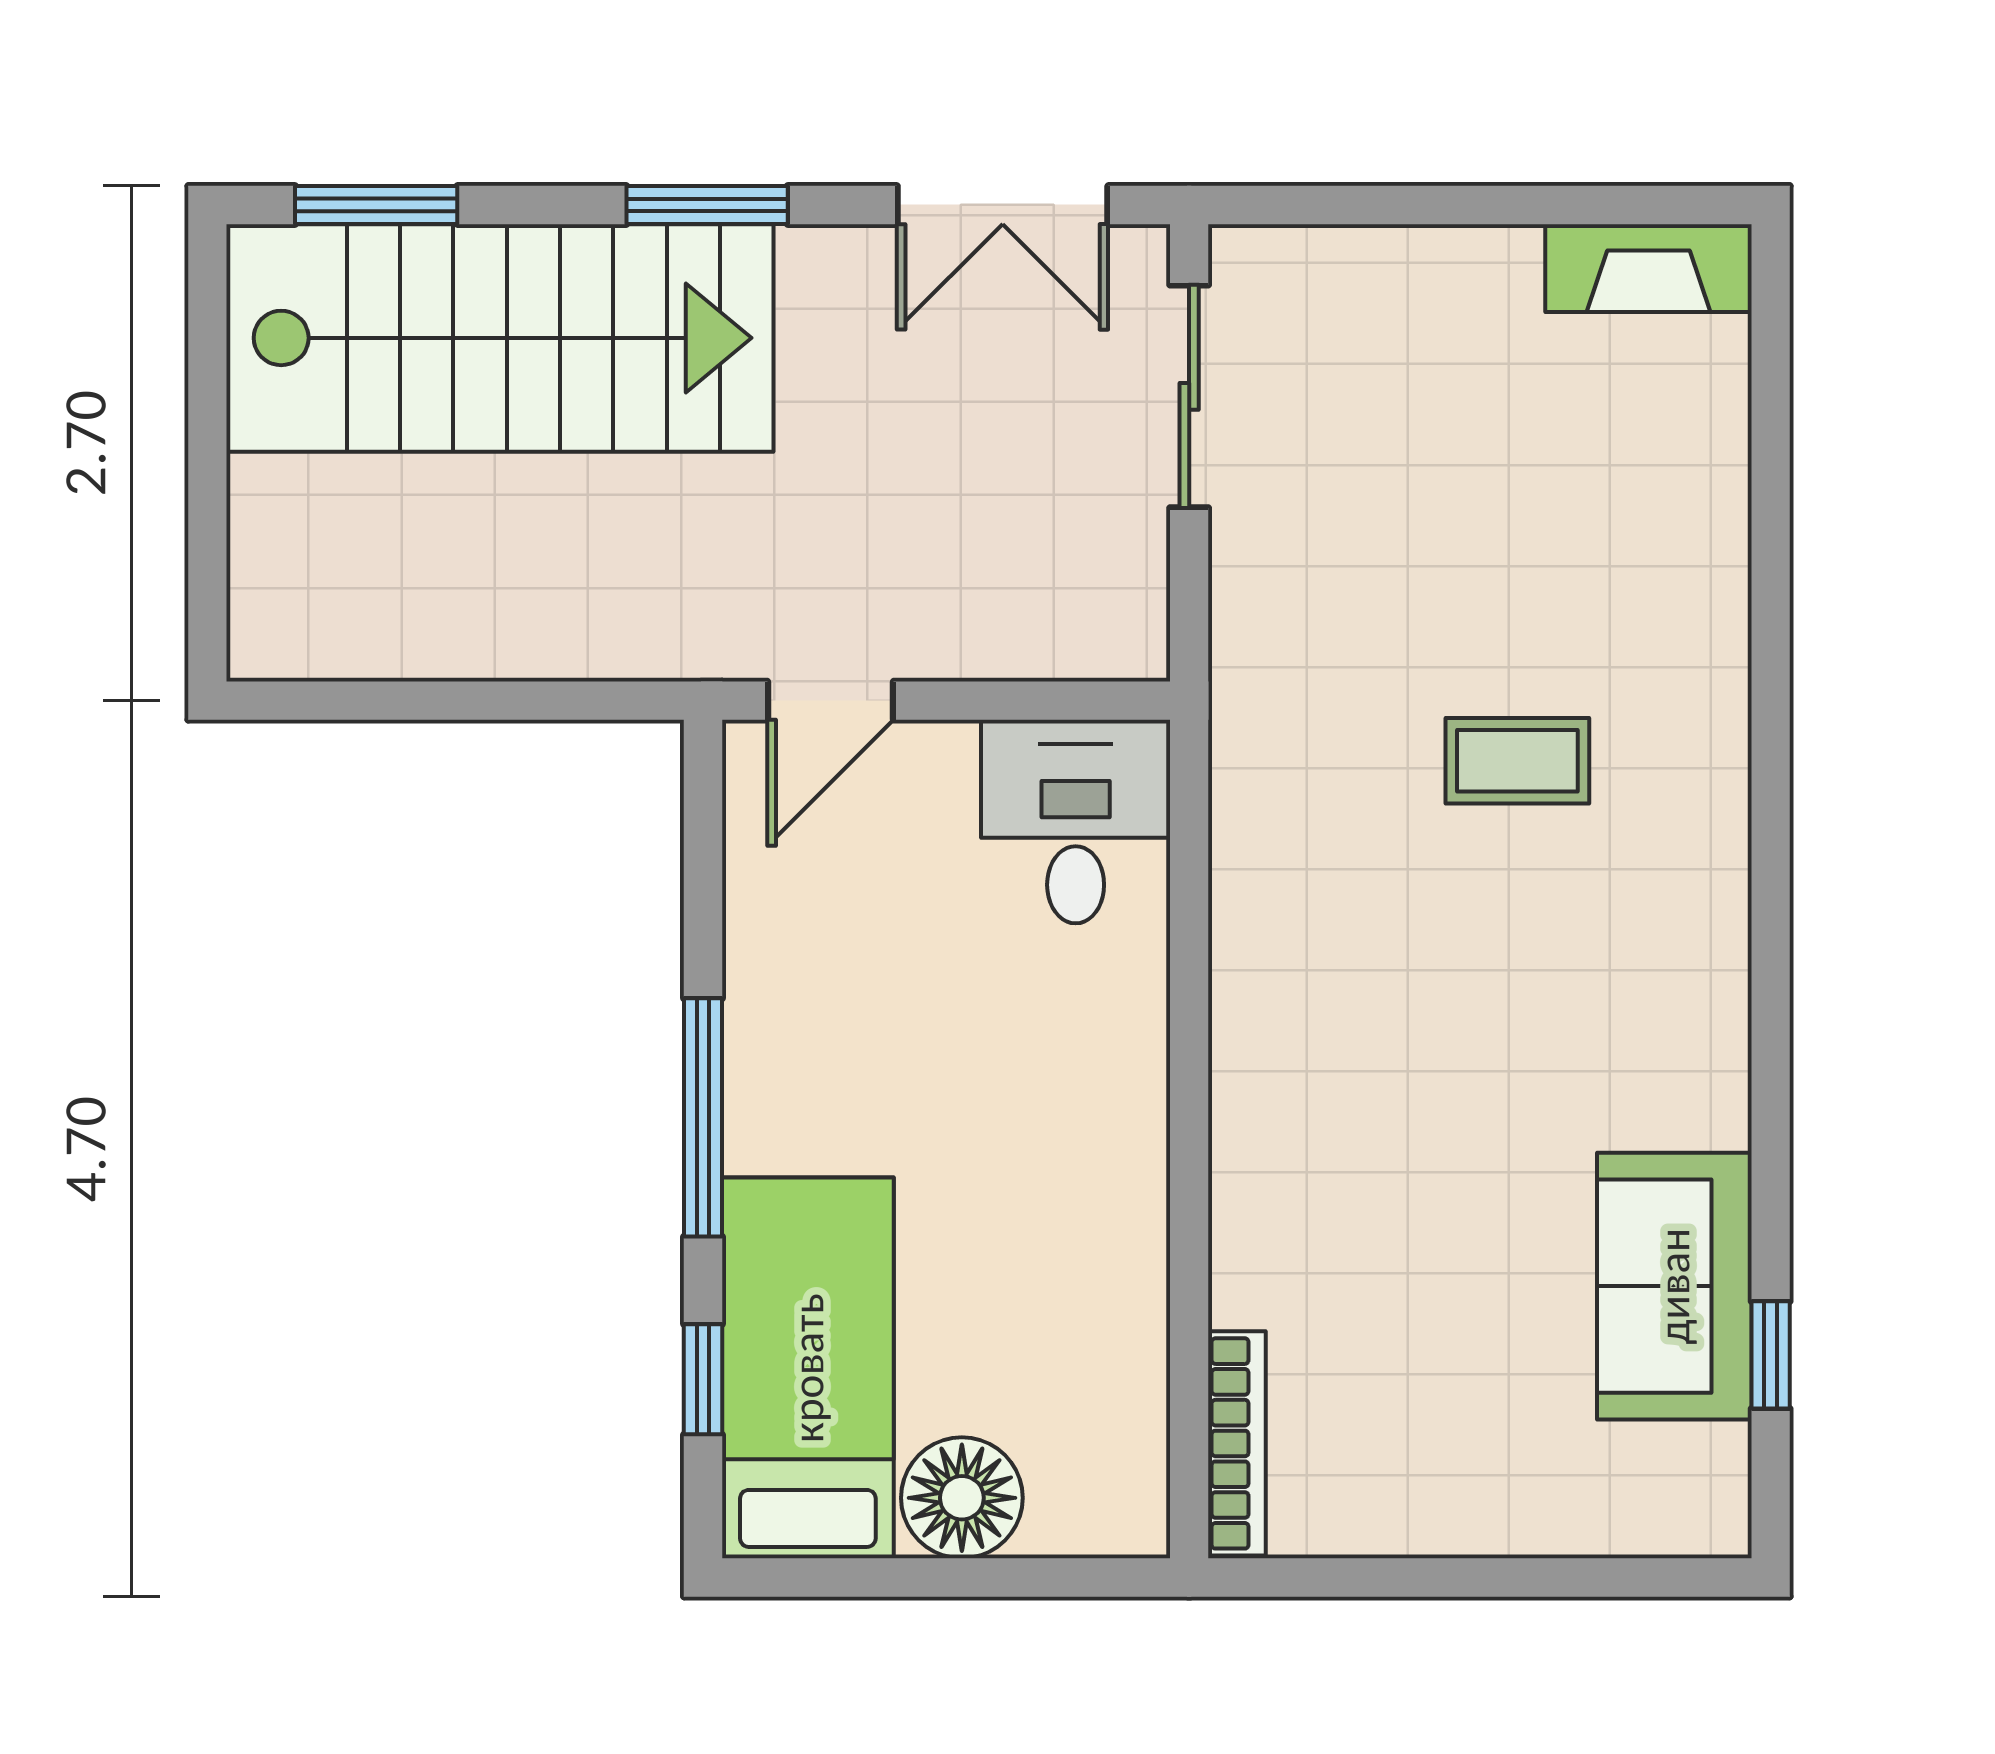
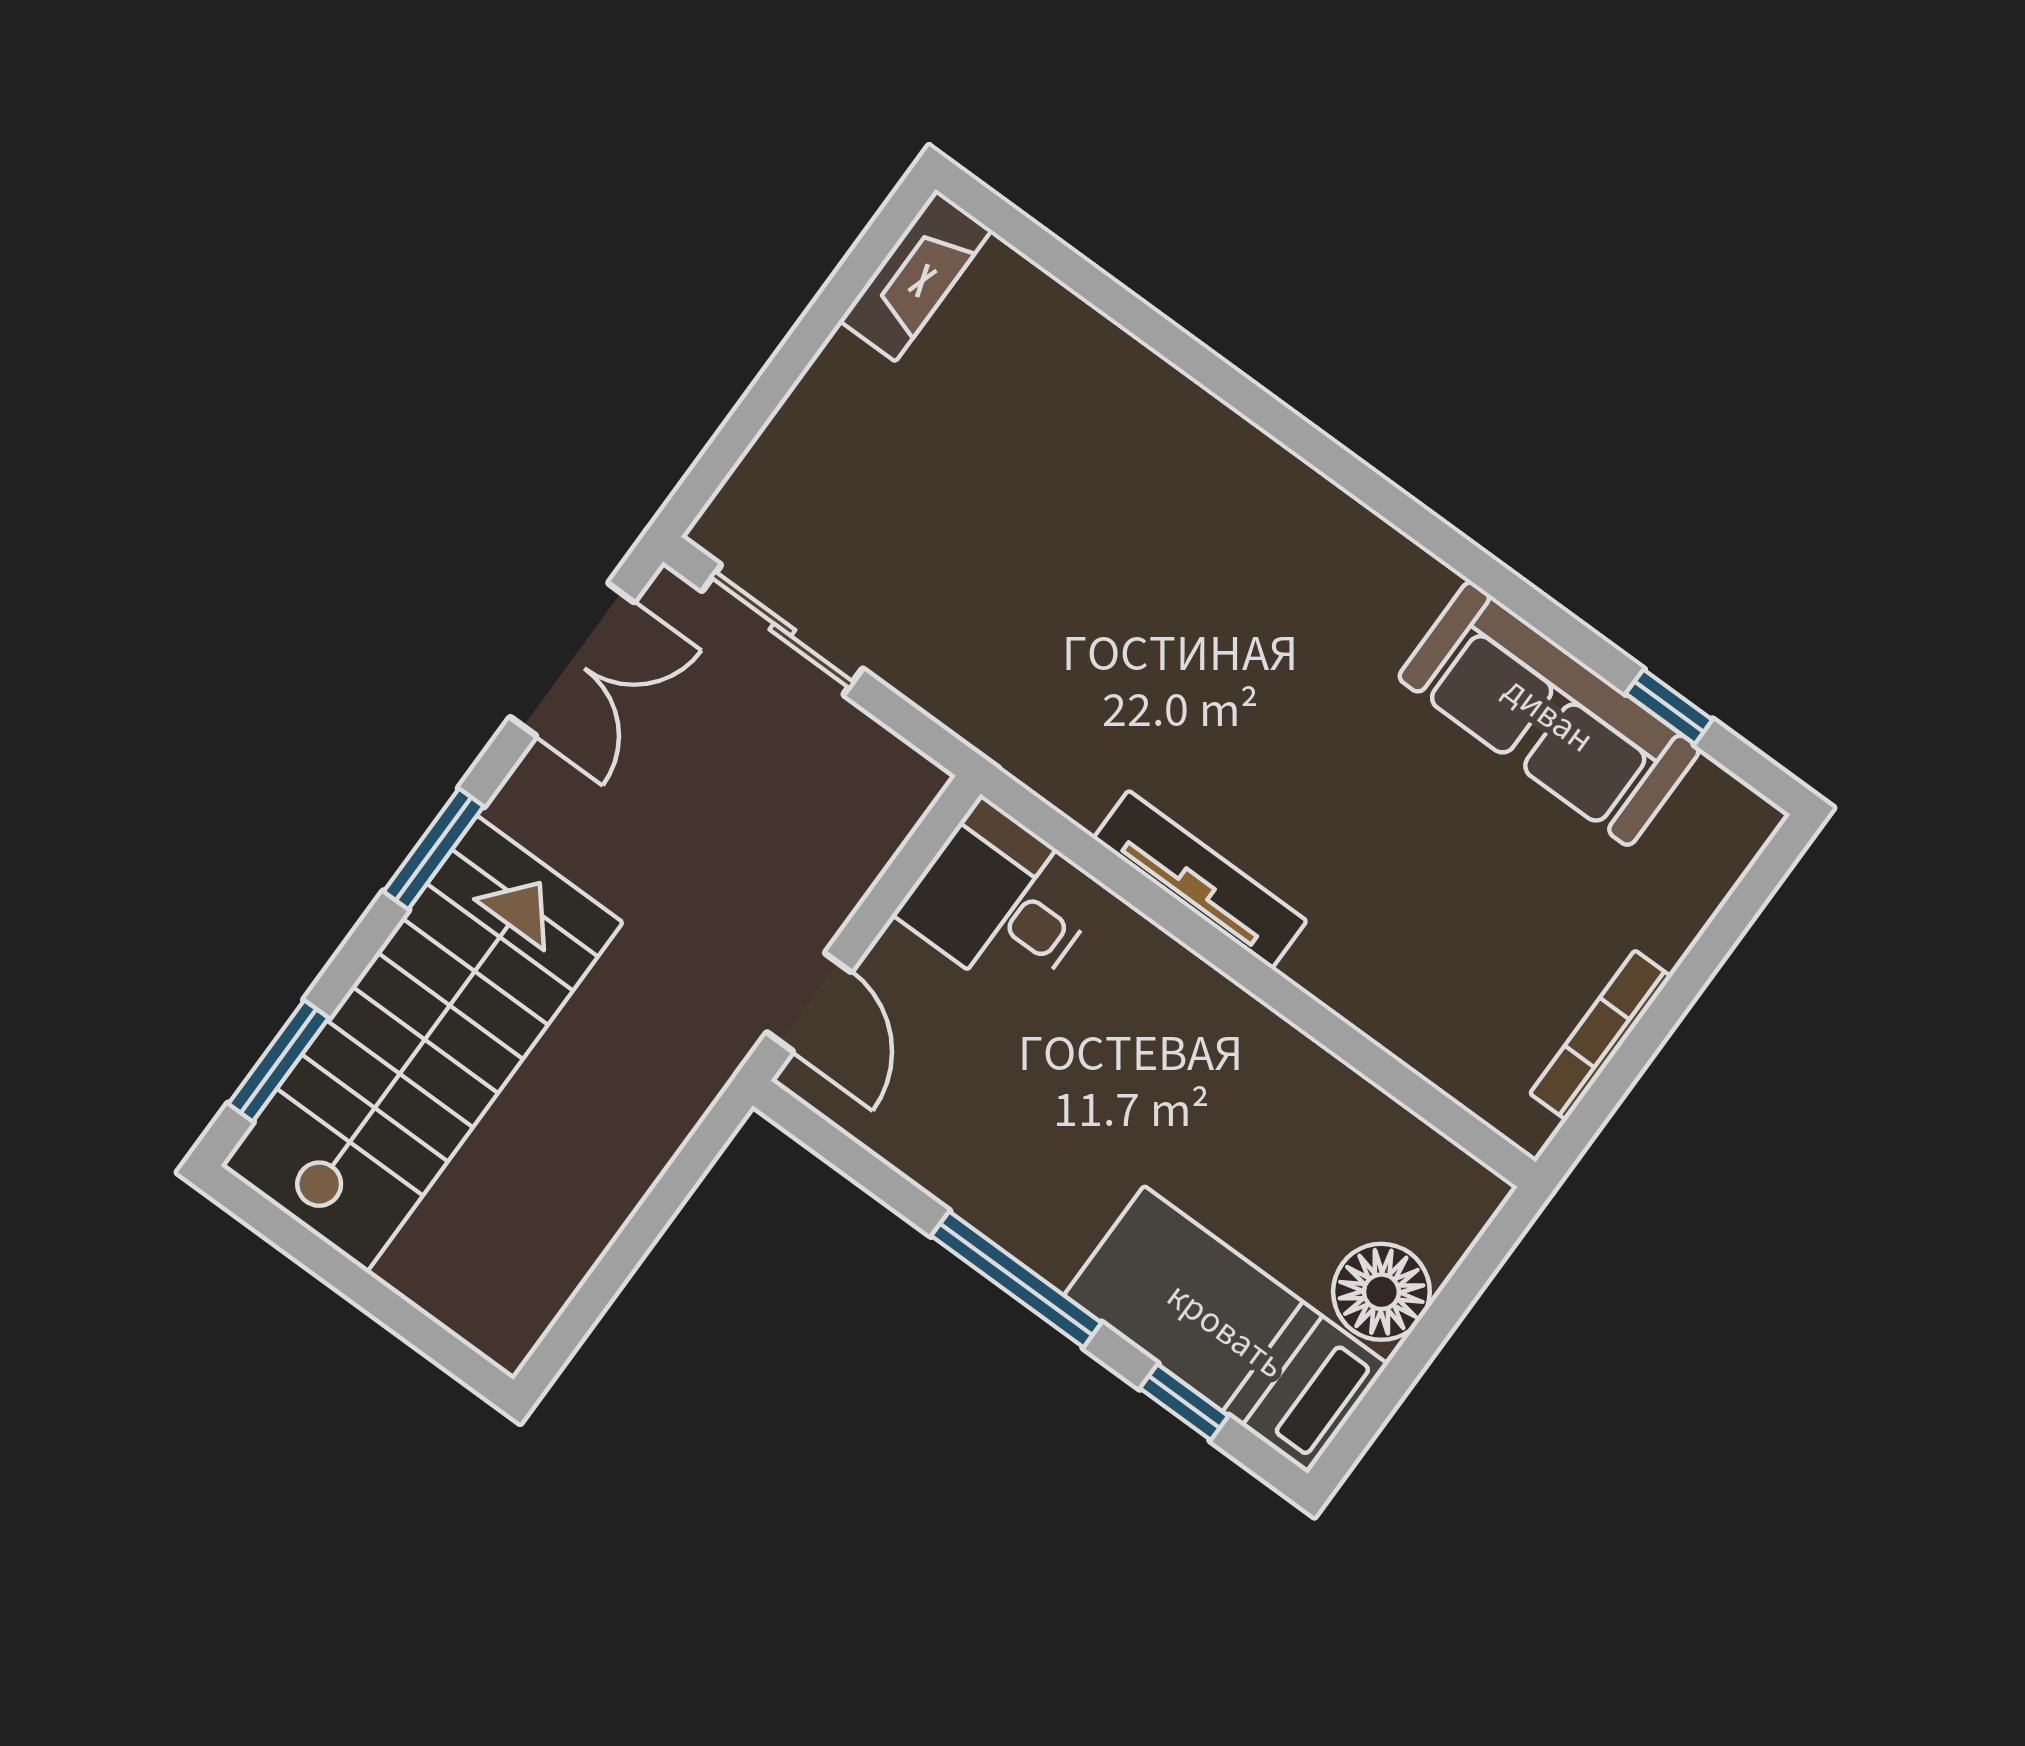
coffee table: (1517, 761) -> (1170, 590), removed
tv unit: (1246, 1007) -> (1200, 880), added
sofa: (1674, 1286) -> (1549, 714), width x1.36
bookcase: (1237, 1443) -> (1601, 1035), moved, turned -90

